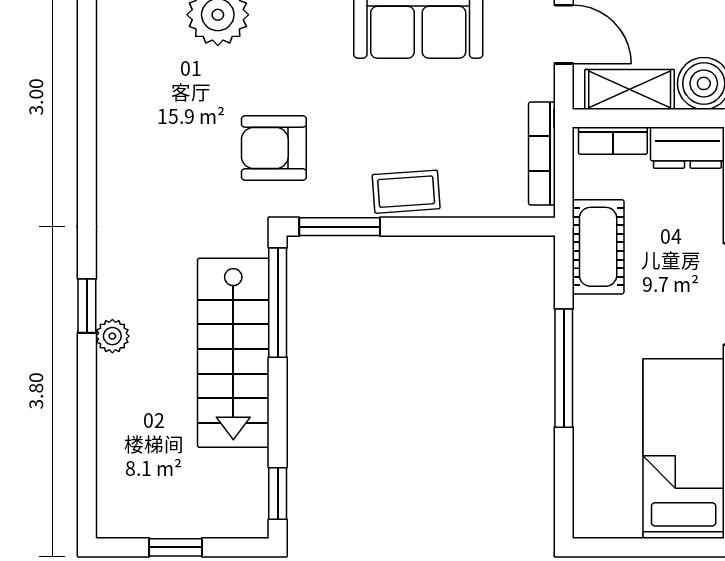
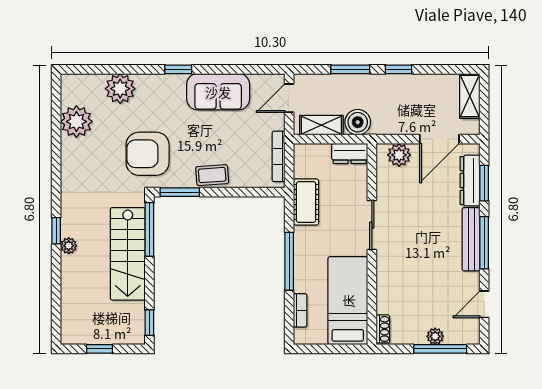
door: (564, 34) -> (289, 98), swing flipped
plant: (128, 82) -> (76, 122), added
bookcase: (613, 141) -> (300, 310), moved, turned -90
armchair: (274, 148) -> (148, 154), width x1.36, depth x1.36

